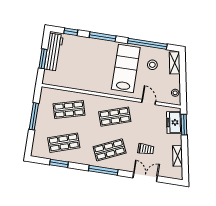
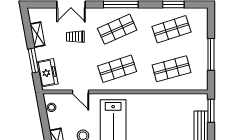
window: (43, 59) -> (211, 111), moved
window: (184, 125) -> (33, 60), moved

